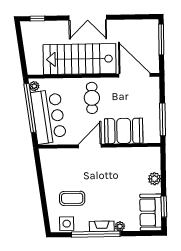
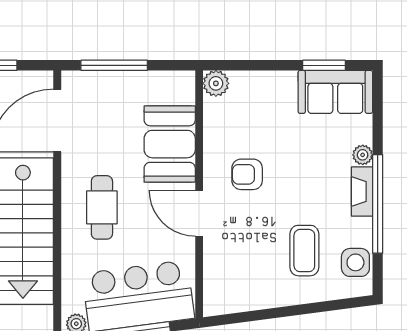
cafe table: (92, 98) -> (102, 207), turned 90
window: (163, 119) -> (114, 65), moved
armchair: (109, 169) -> (247, 174), added
plant: (155, 179) -> (216, 83), moved

